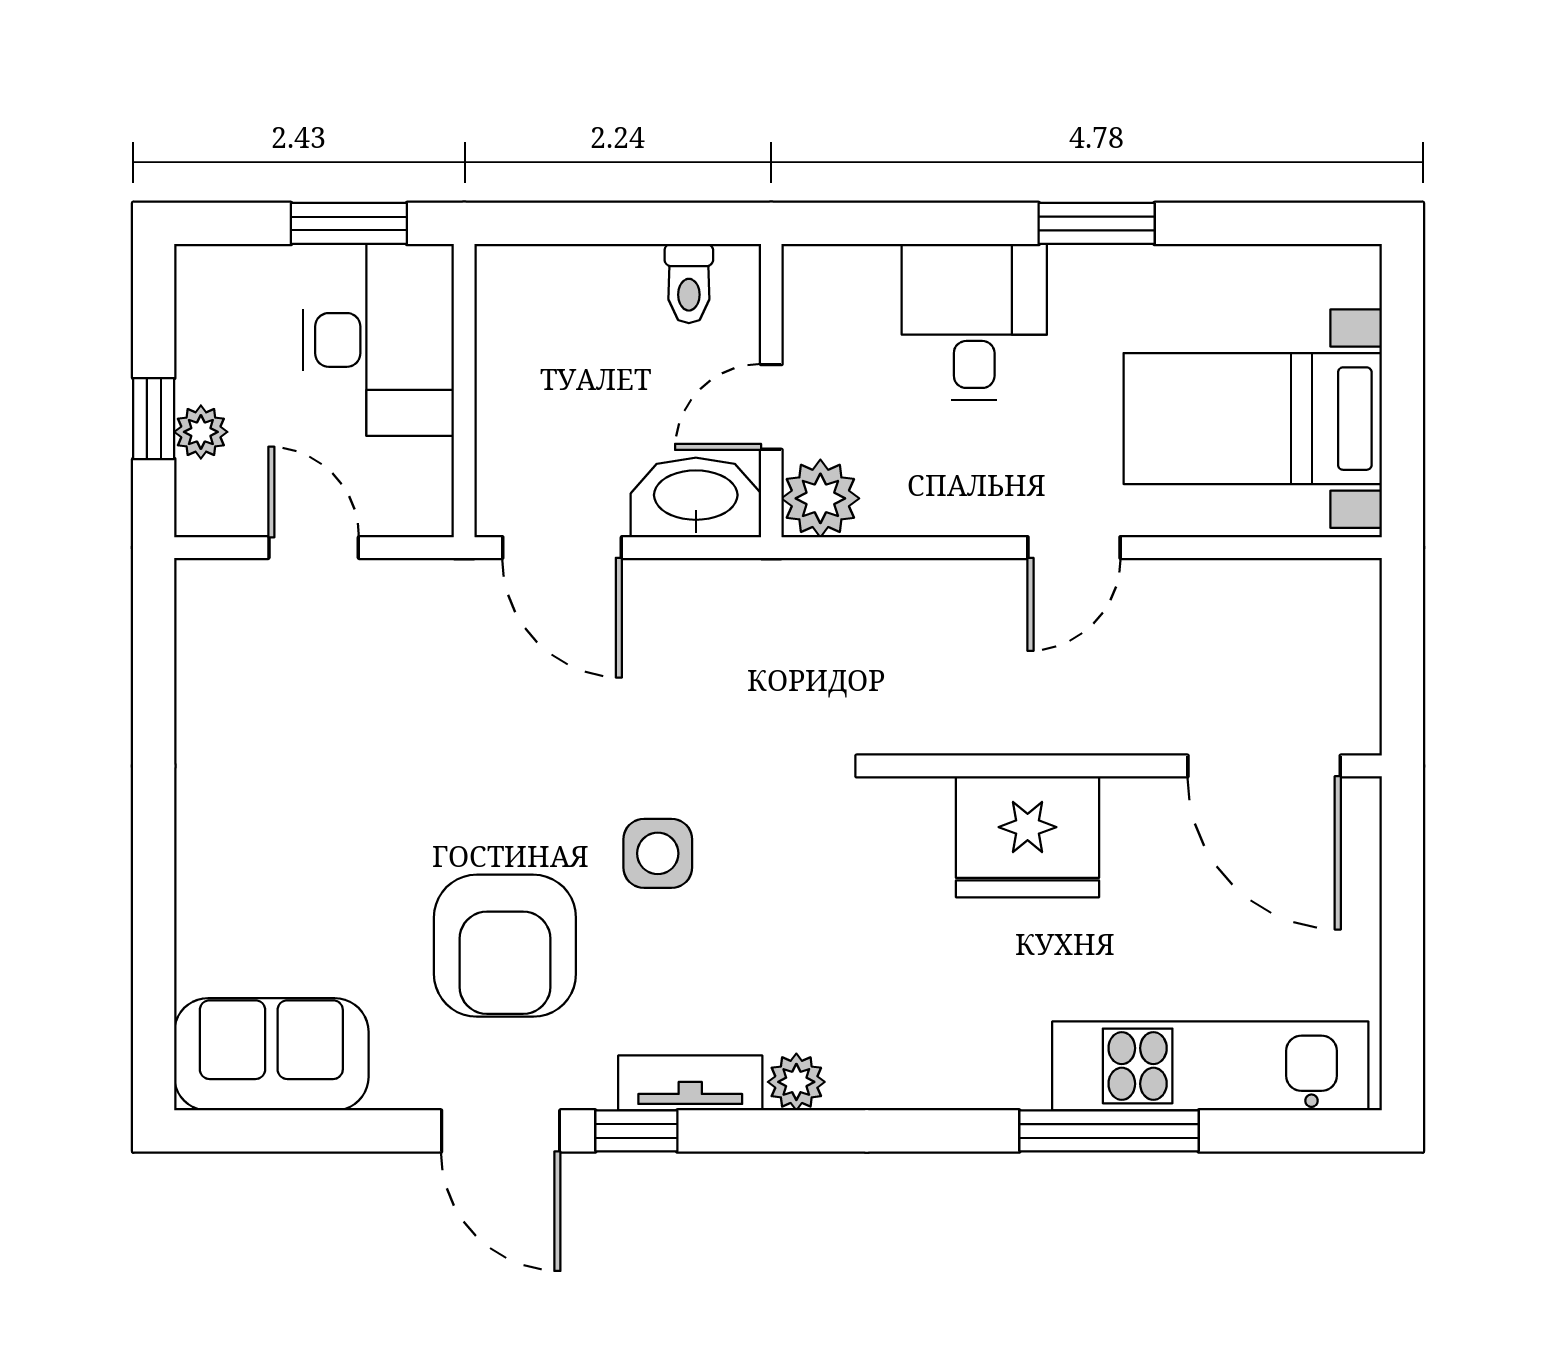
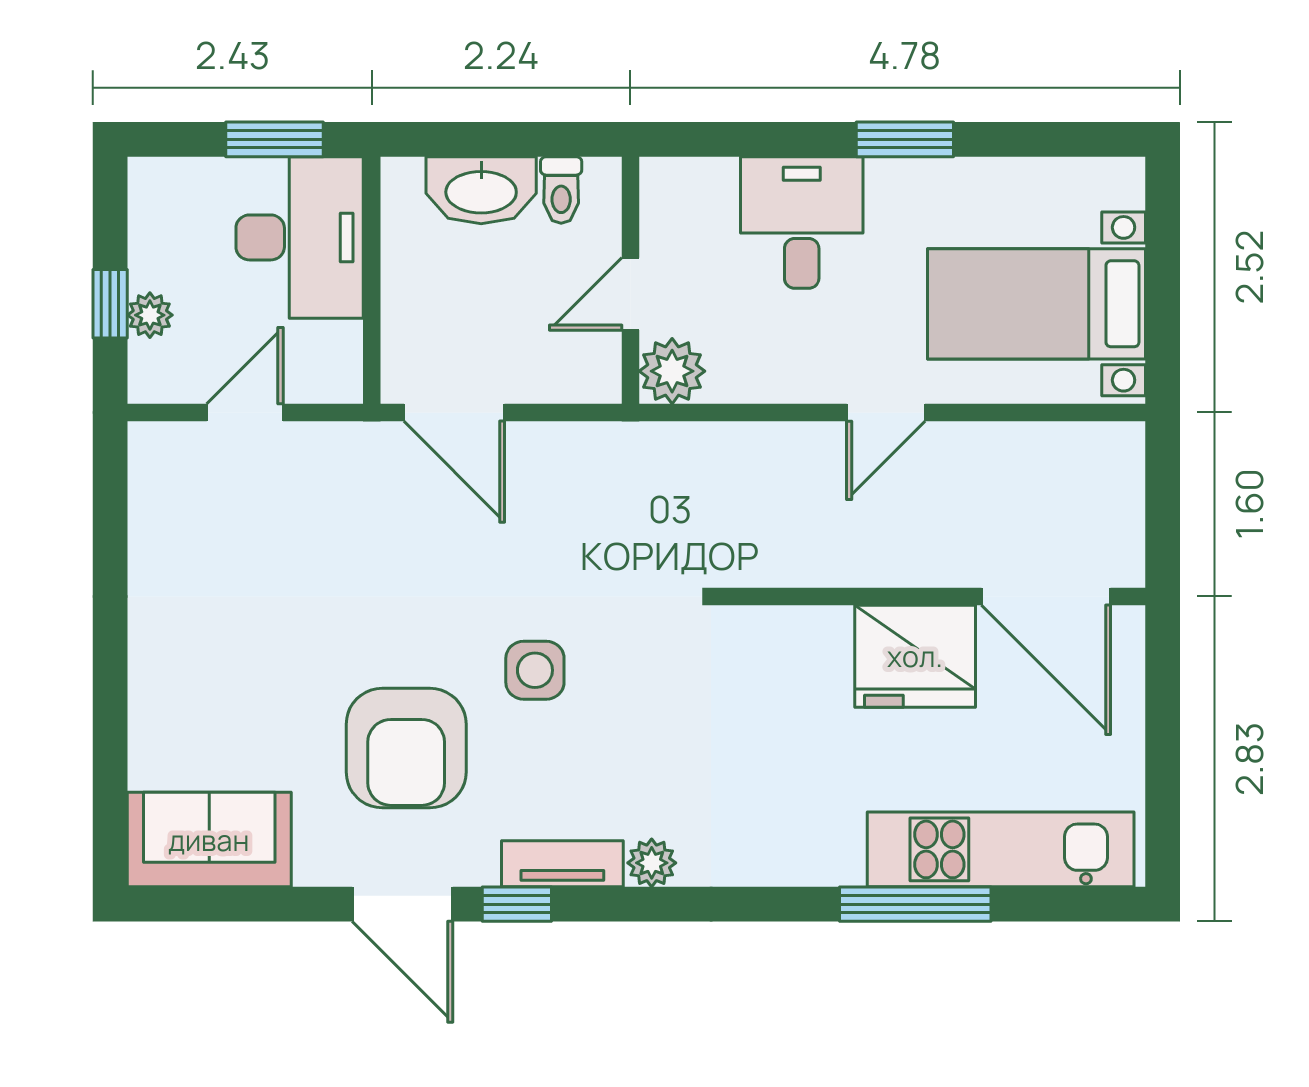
washbasin: (696, 497) -> (481, 190), moved, turned 180
door: (314, 548) -> (245, 412), hinge flipped
fridge: (1028, 837) -> (915, 656), moved

